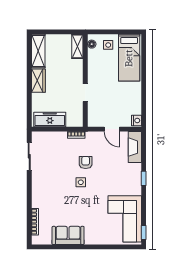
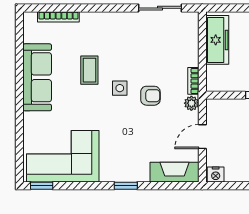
plant: (91, 136) -> (191, 103), added
coffee table: (69, 202) -> (89, 70), added
sofa: (68, 235) -> (37, 77), width x1.36

